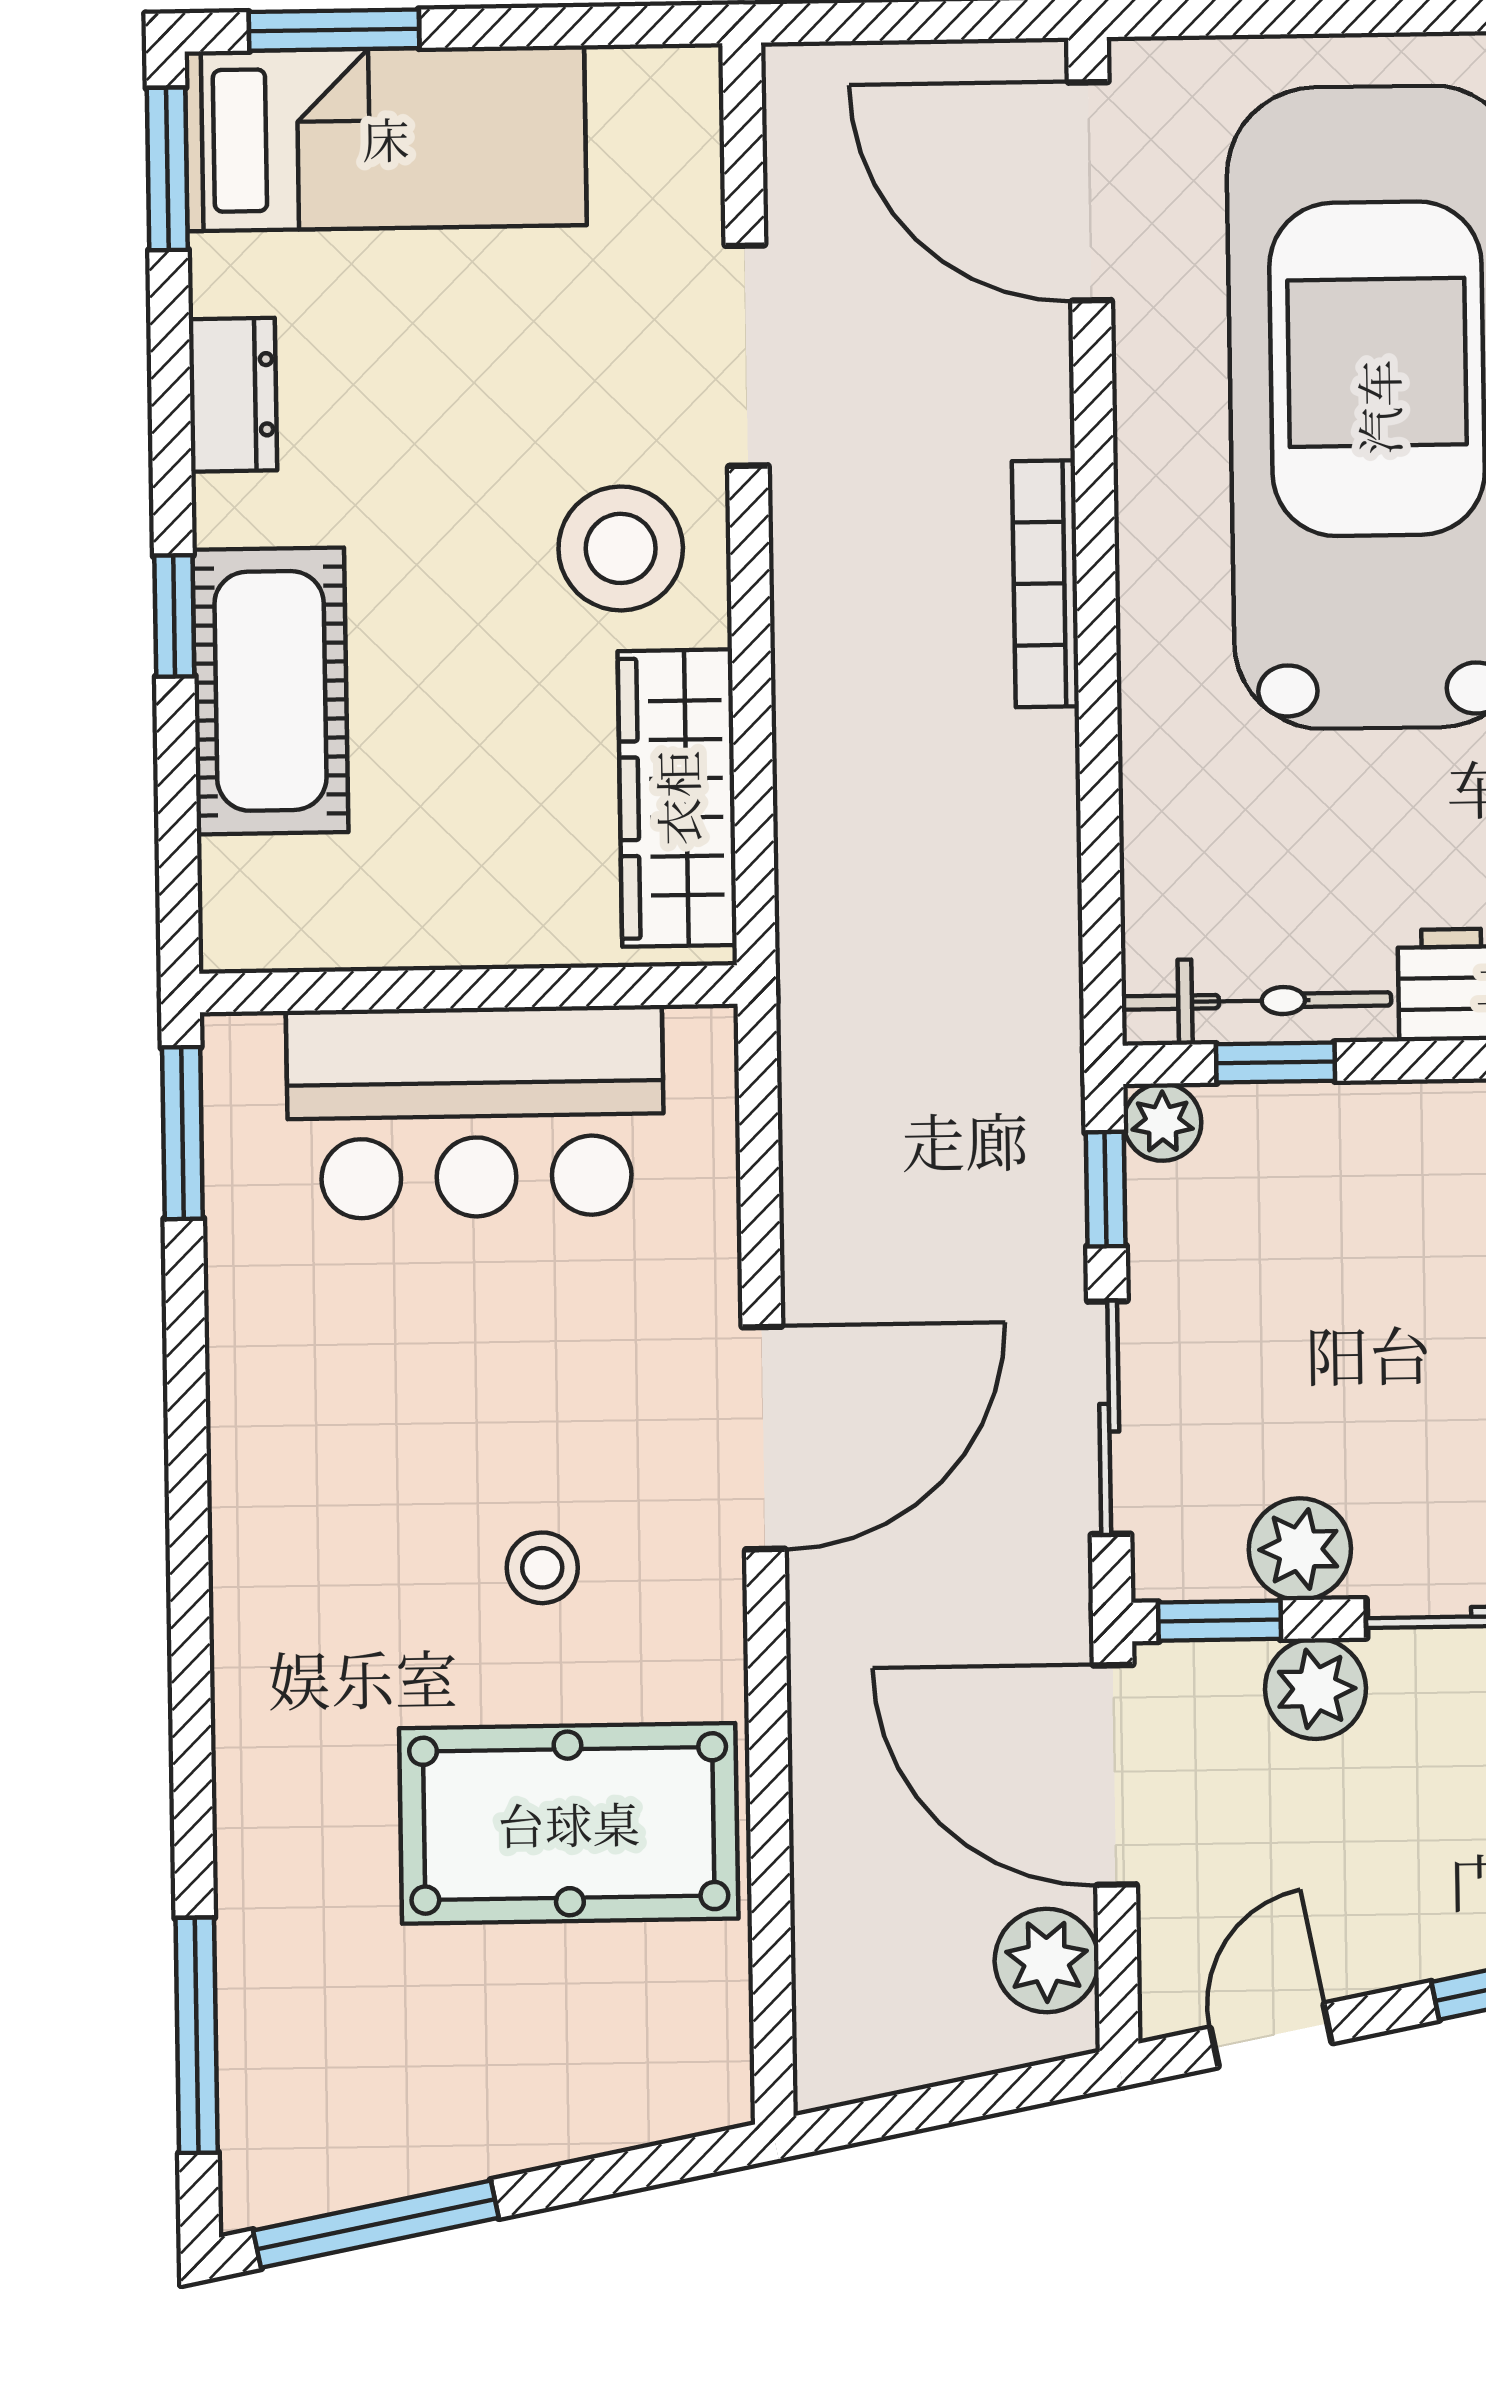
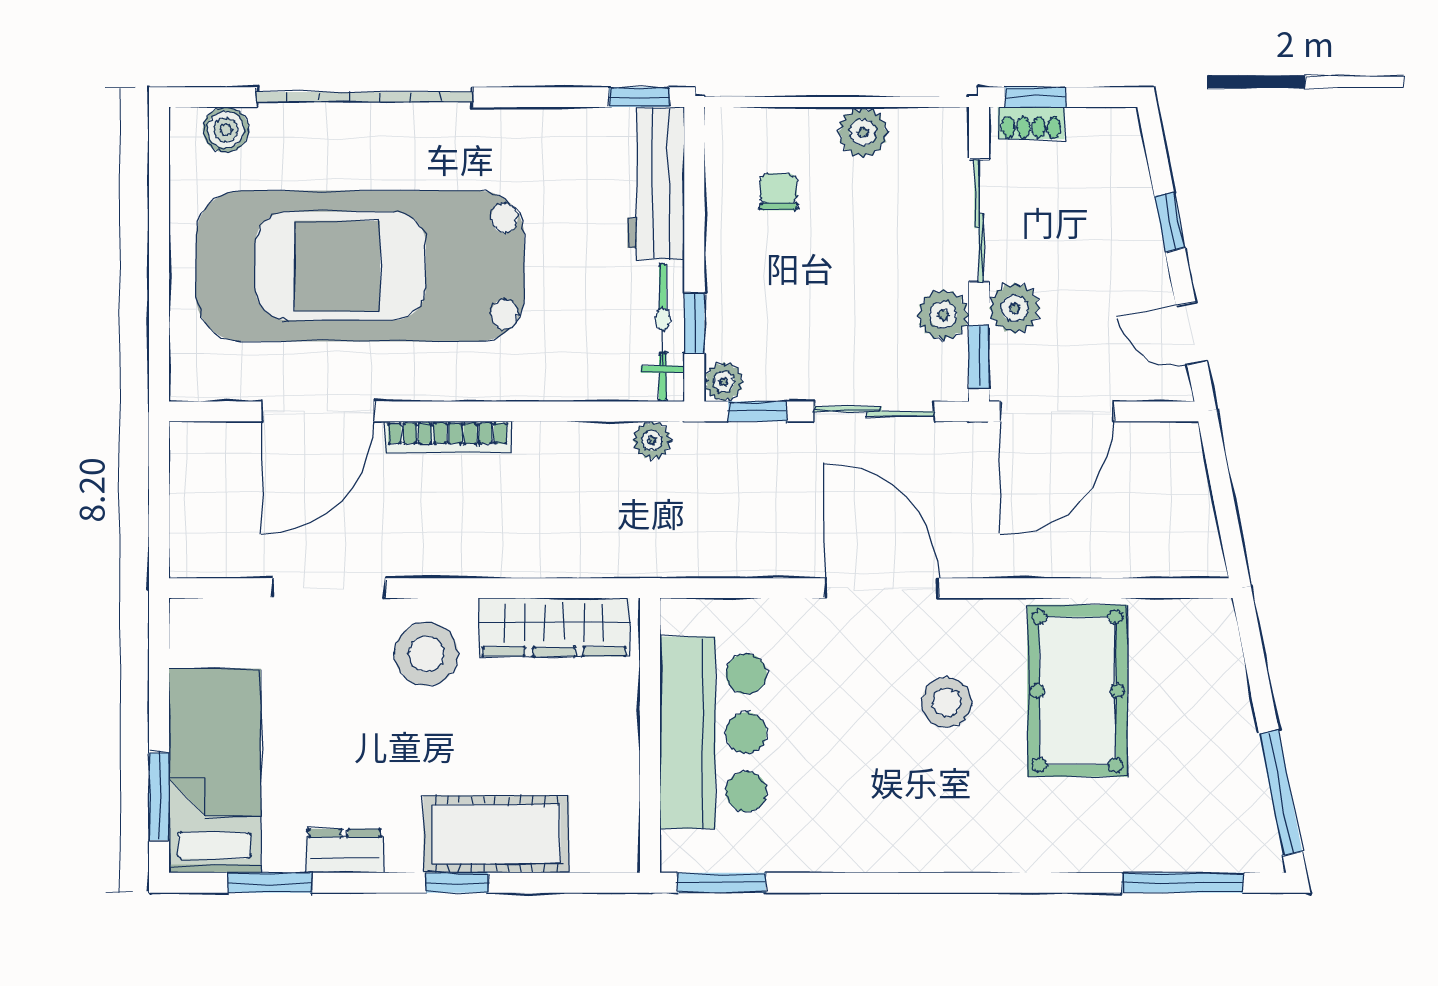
window: (167, 169) -> (270, 883), moved
door: (1090, 191) -> (318, 411), moved
stool: (542, 1568) -> (947, 702), width x1.37, depth x1.37
plant: (1047, 1961) -> (652, 440), moved, width x0.73, depth x0.73

